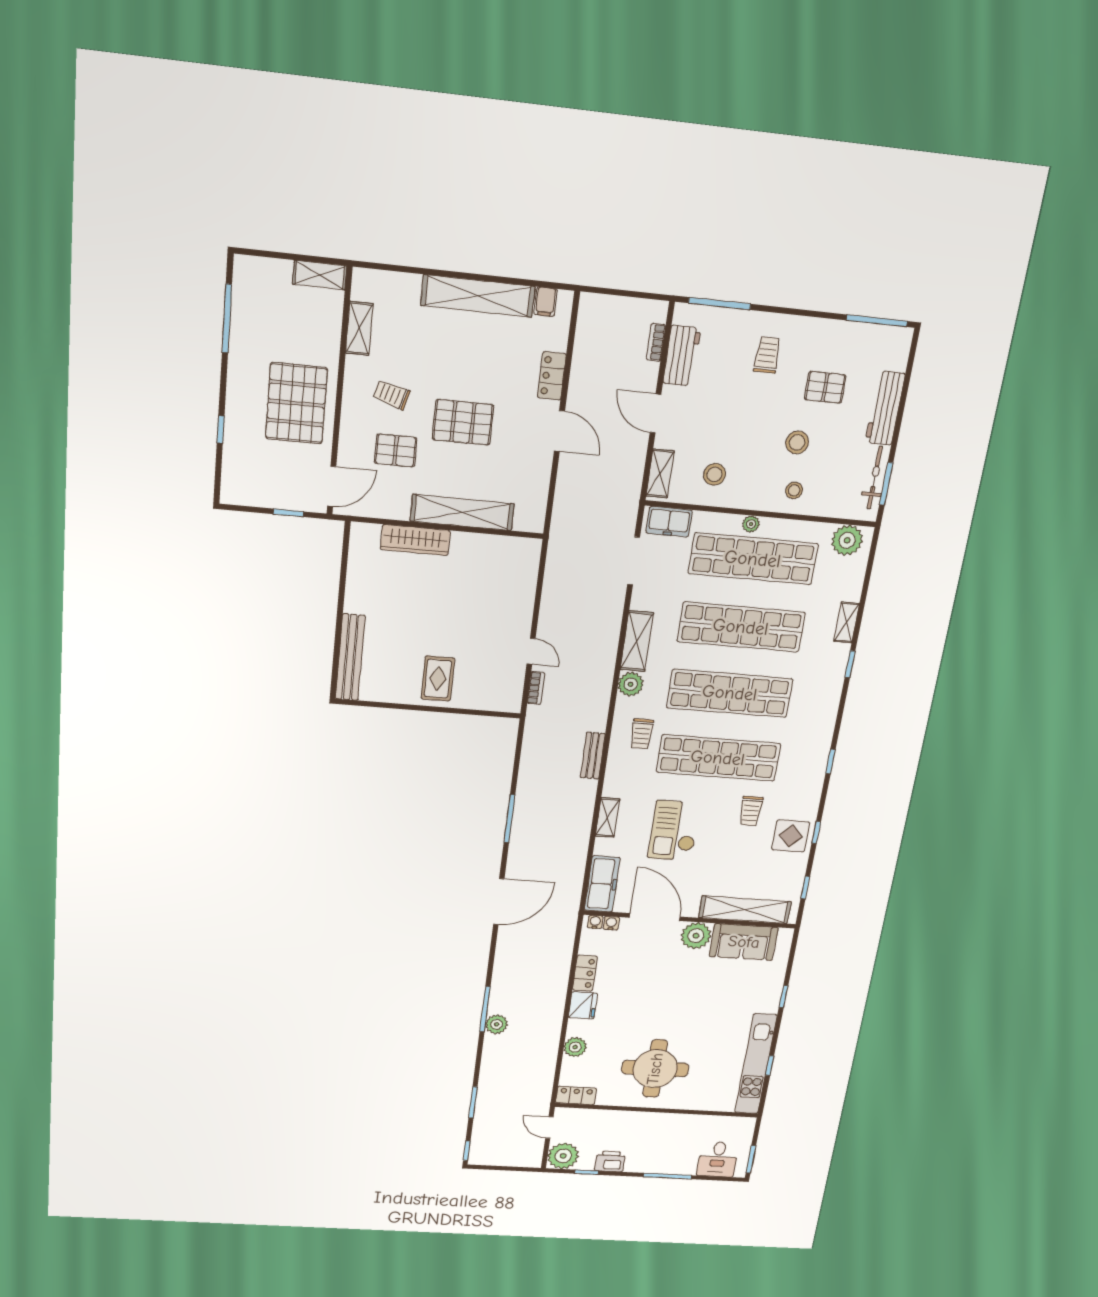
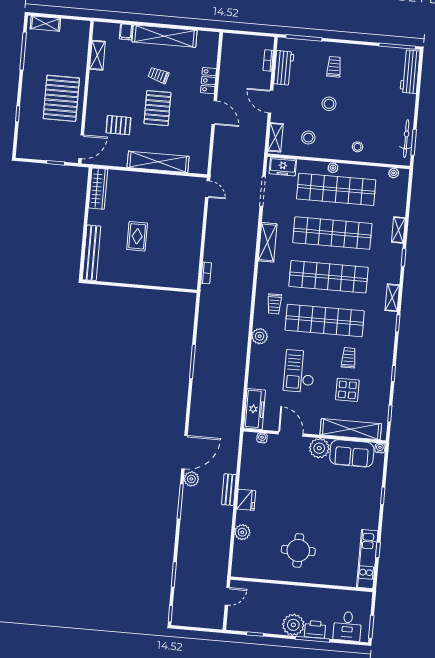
shelving: (320, 275) -> (45, 24), moved
filing cabinet: (546, 302) -> (126, 32), moved
pallet: (825, 387) -> (370, 85), removed
trolley: (392, 395) -> (159, 75), moved
workbench: (885, 408) -> (410, 72), moved
pallet: (463, 422) -> (157, 108), turned 90
stool: (797, 442) -> (329, 104), moved
wardrobe: (415, 540) -> (98, 189), moved, turned -90
plant: (847, 540) -> (394, 173), width x0.53, depth x0.53
door: (531, 651) -> (207, 189), moved
rug: (438, 679) -> (137, 236), moved
plant: (631, 684) -> (260, 336), moved
bench: (593, 756) -> (229, 490), moved
trolley: (751, 811) -> (349, 358), turned 180
shelving: (607, 817) -> (392, 298), moved
display table: (791, 836) -> (347, 390), moved
door: (499, 902) -> (184, 452), moved
door: (655, 917) -> (291, 434), width x0.73
water cooler: (595, 922) -> (380, 448), moved
locker: (585, 973) -> (246, 475), removed
plant: (497, 1024) -> (191, 479), moved
kitchen unit: (756, 1064) -> (367, 559), width x0.73
round table: (655, 1069) -> (298, 550), width x0.73, depth x0.73
locker: (576, 1095) -> (245, 571), removed
door: (549, 1128) -> (227, 596), swing flipped
plant: (563, 1156) -> (293, 625), moved
printer: (610, 1161) -> (315, 629), moved

